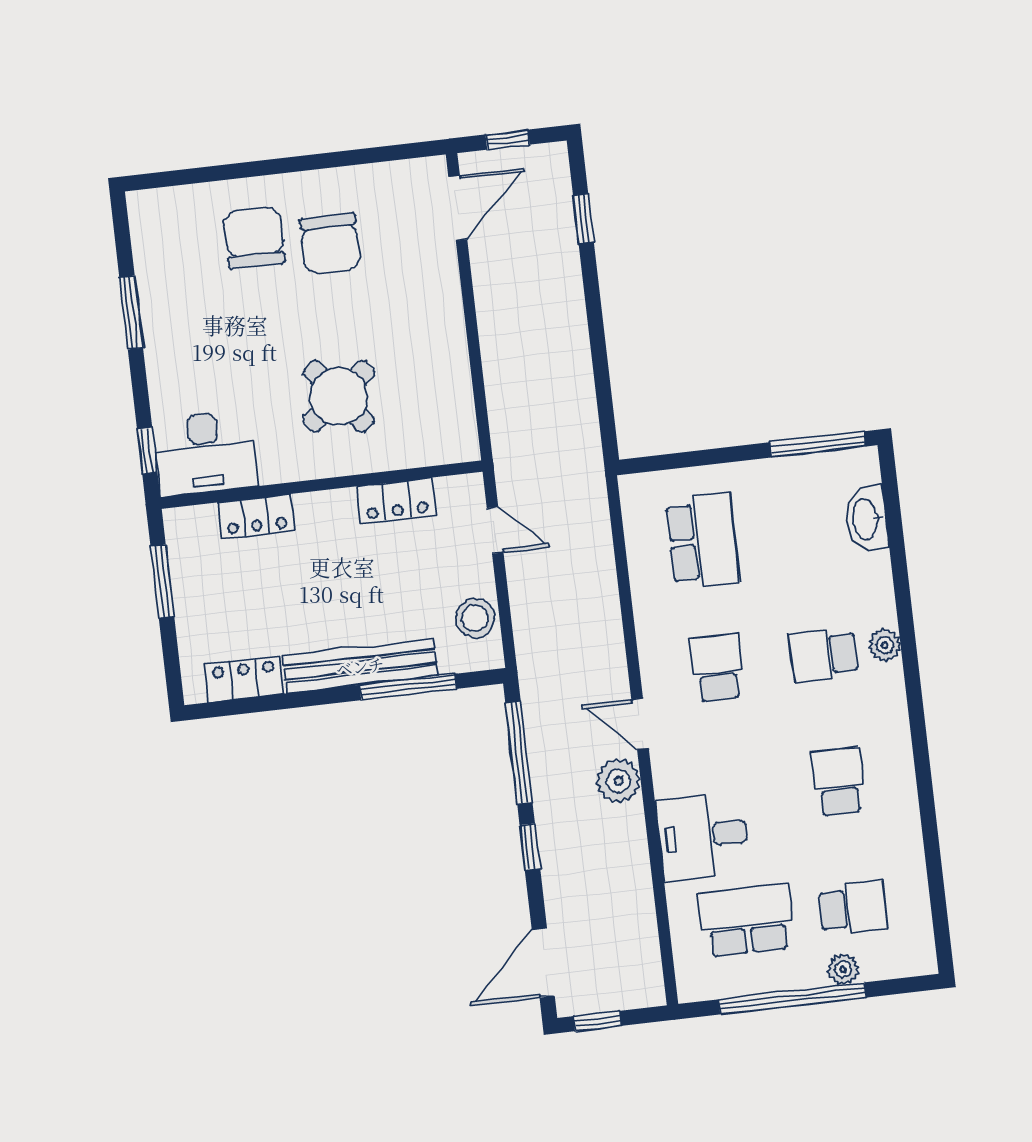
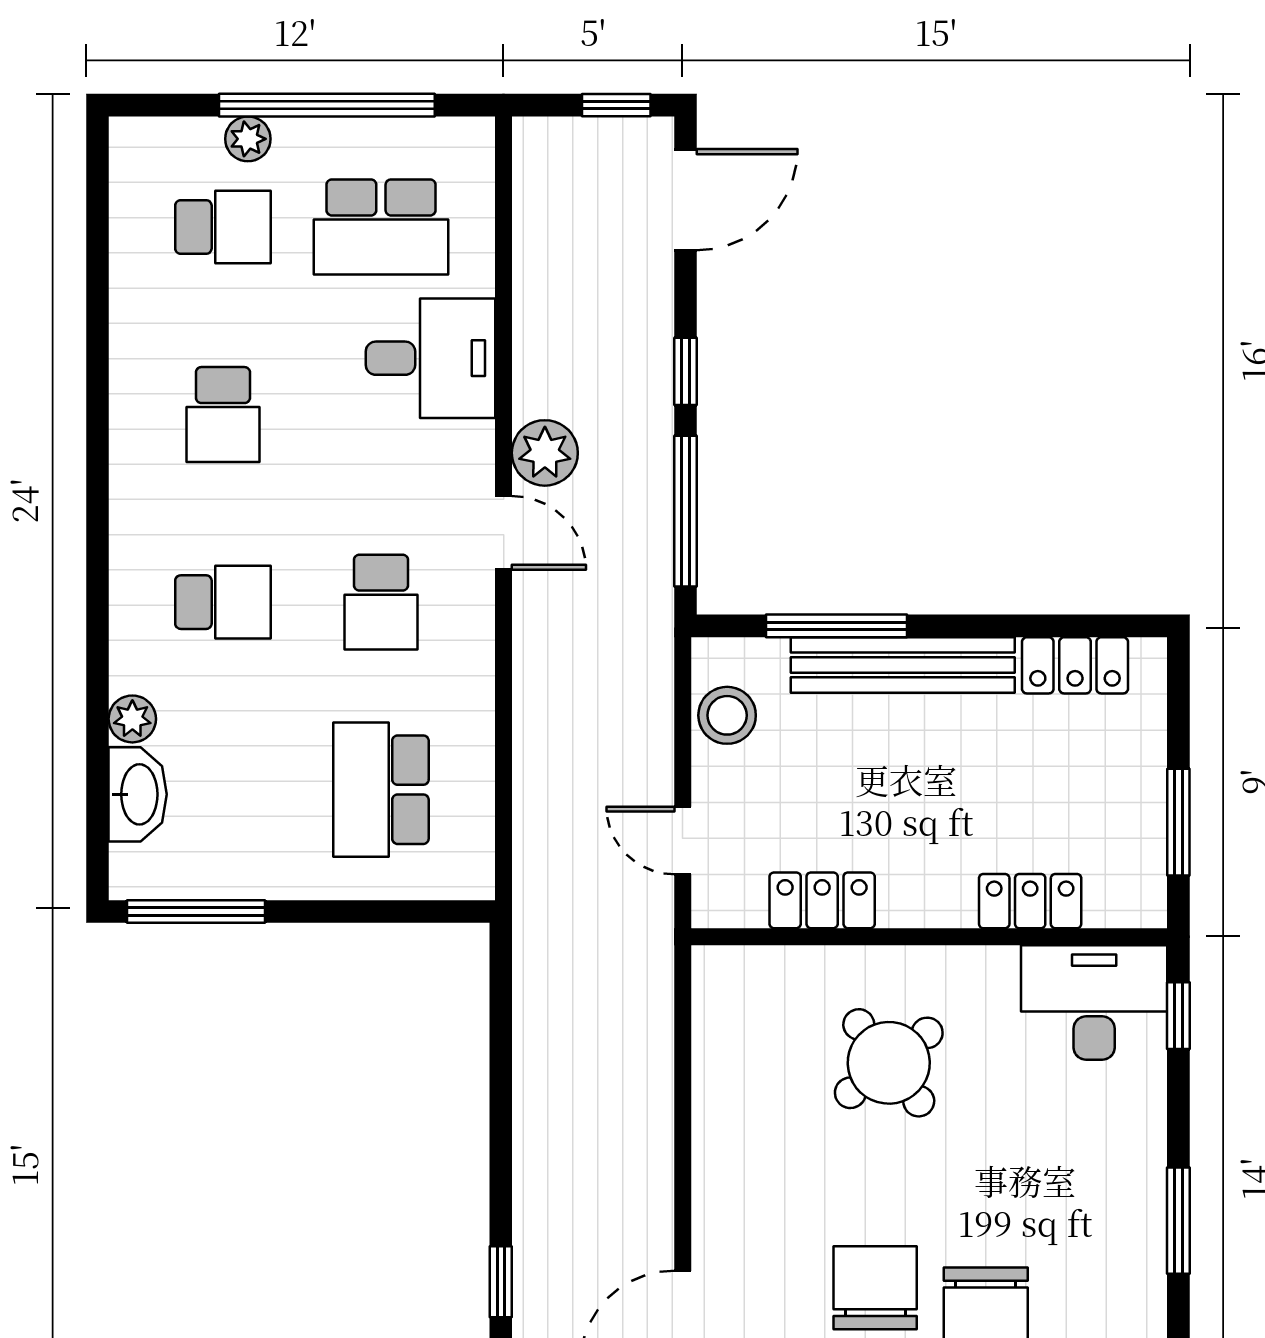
plant: (885, 645) -> (132, 719), moved
school desk: (853, 908) -> (223, 227), turned 180

